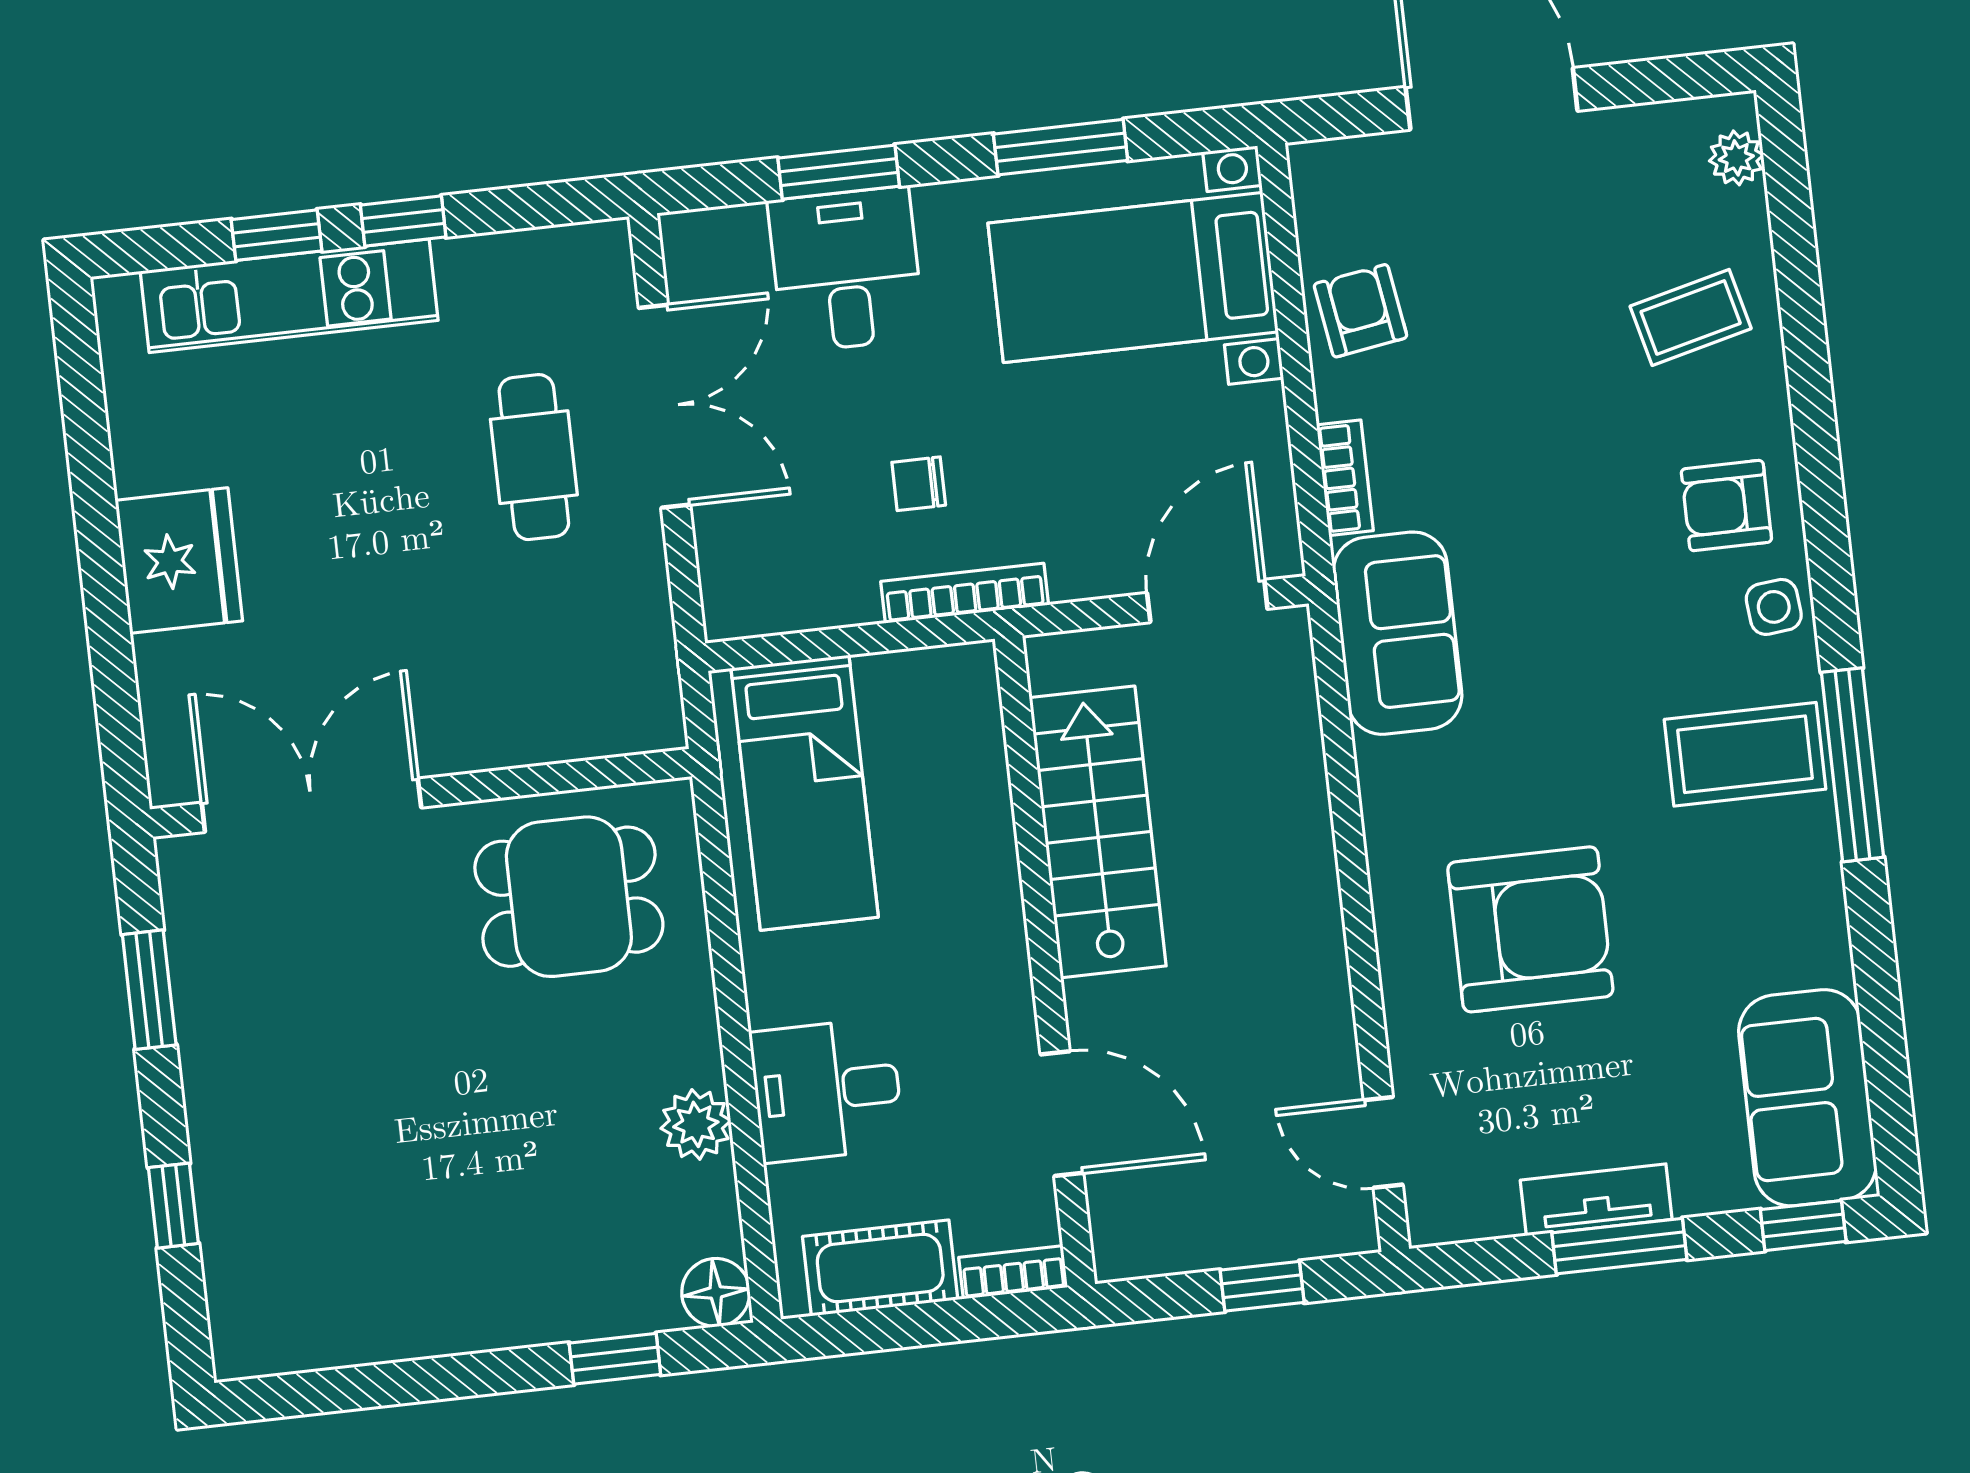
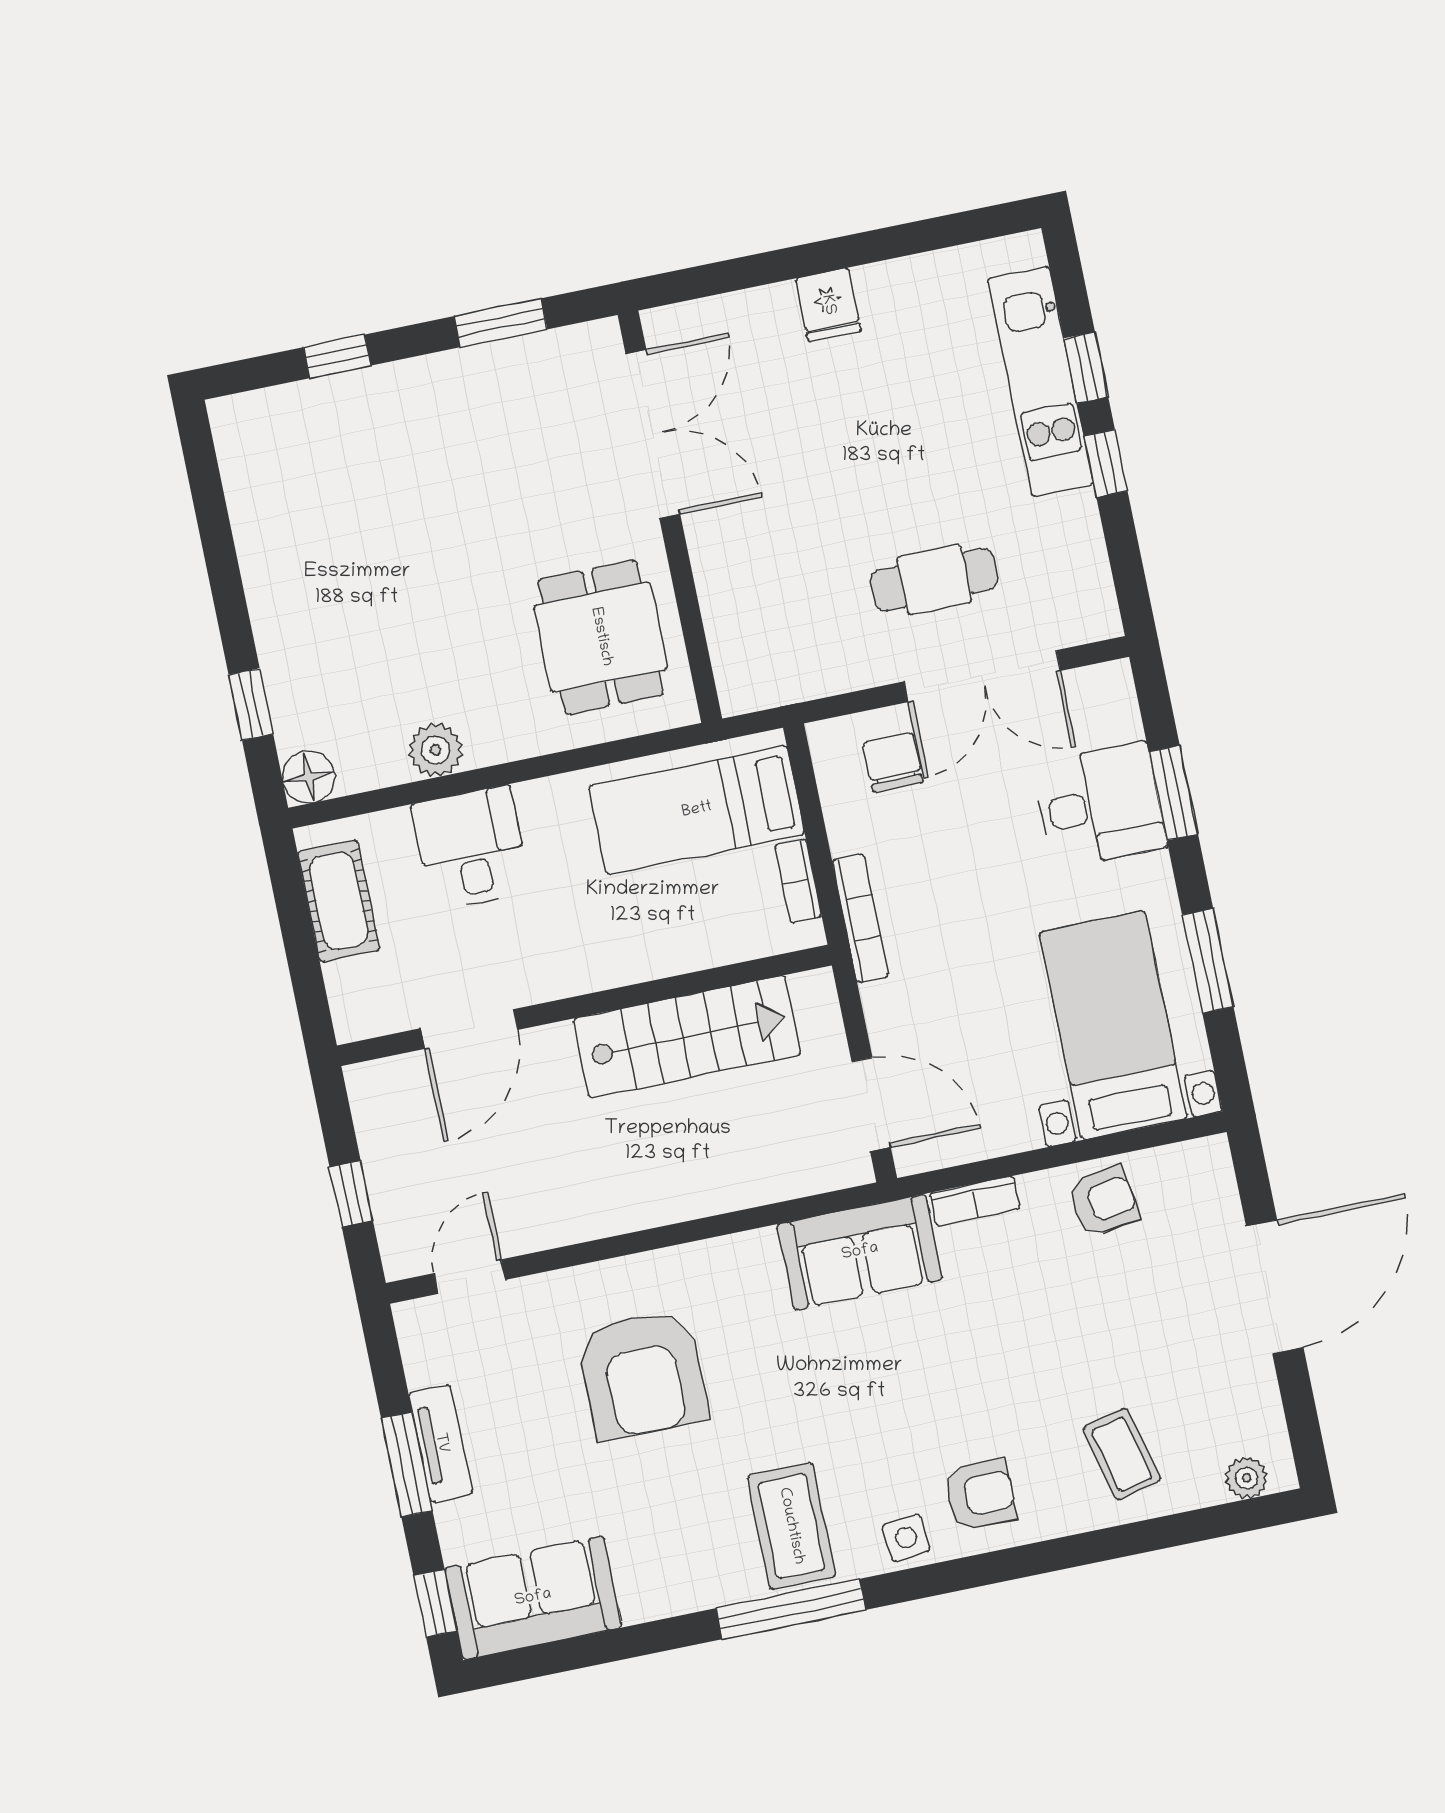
chair: (919, 484) -> (893, 762), moved, width x1.37, depth x1.37
armchair: (1726, 506) -> (980, 1495), turned 90
fridge: (179, 561) -> (828, 305), width x0.53, depth x0.75
bookcase: (1013, 1272) -> (798, 881), moved, turned 180

